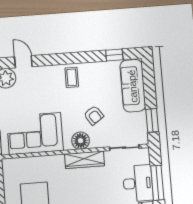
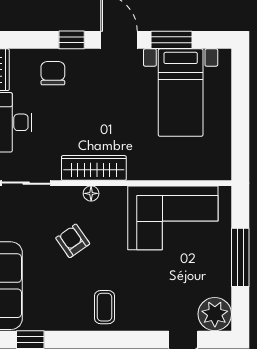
floor lamp: (81, 141) -> (91, 193), width x0.53, depth x0.53

